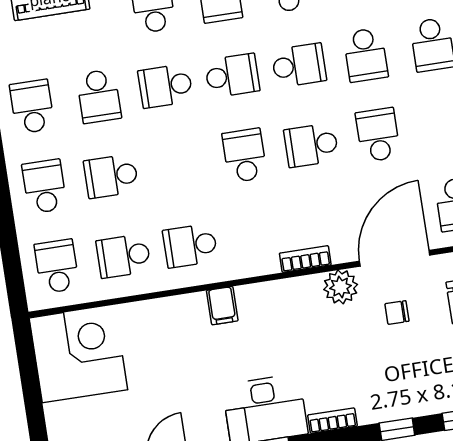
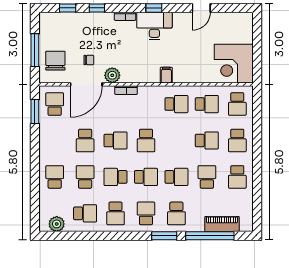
school desk: (232, 76) -> (146, 177), turned 180

